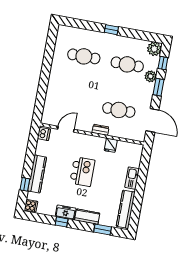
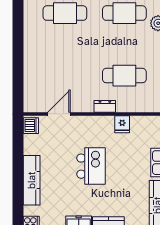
window: (25, 184) -> (18, 197), removed

